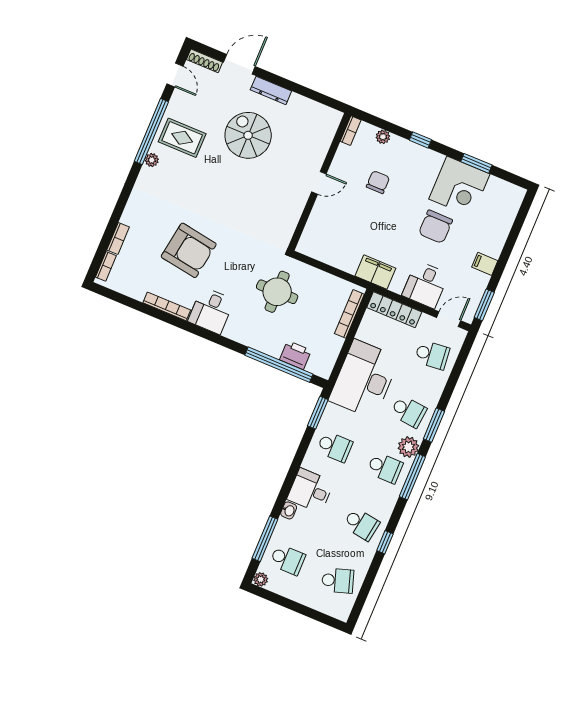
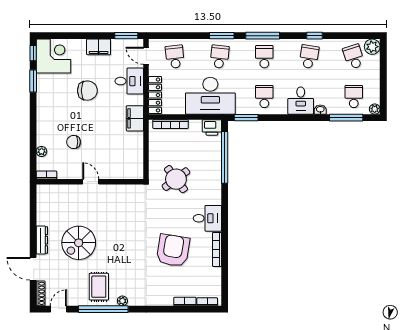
window: (420, 140) -> (33, 53), moved
corner desk: (459, 186) -> (53, 56), moved
filing cabinet: (485, 264) -> (99, 47), width x2.00
round table: (277, 292) -> (176, 179), turned -37
printer: (295, 355) -> (212, 127), moved, turned -90
plant: (408, 447) -> (372, 47), moved

